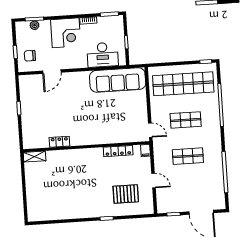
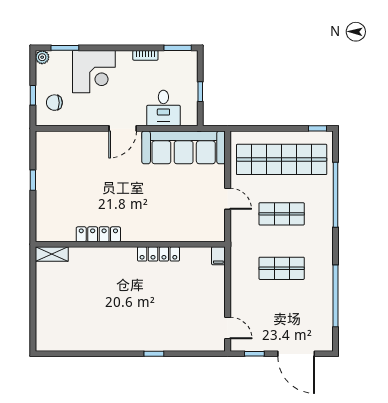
plant: (35, 25) -> (42, 57), moved
corner desk: (66, 33) -> (94, 72), moved
desk: (103, 55) -> (163, 108), width x0.73
door: (52, 72) -> (123, 128), moved
door: (150, 130) -> (228, 199), moved
locker: (59, 142) -> (98, 234), width x1.53
locker: (118, 151) -> (158, 254), moved
door: (154, 181) -> (228, 328), moved
pallet: (126, 194) -> (185, 319), removed

